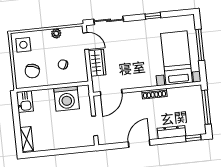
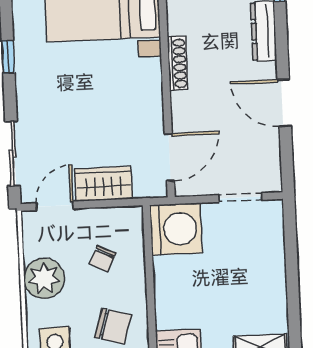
plant: (56, 33) -> (44, 278), width x1.88, depth x1.88
door: (111, 92) -> (169, 157), hinge flipped
washing machine: (67, 99) -> (176, 229), moved

